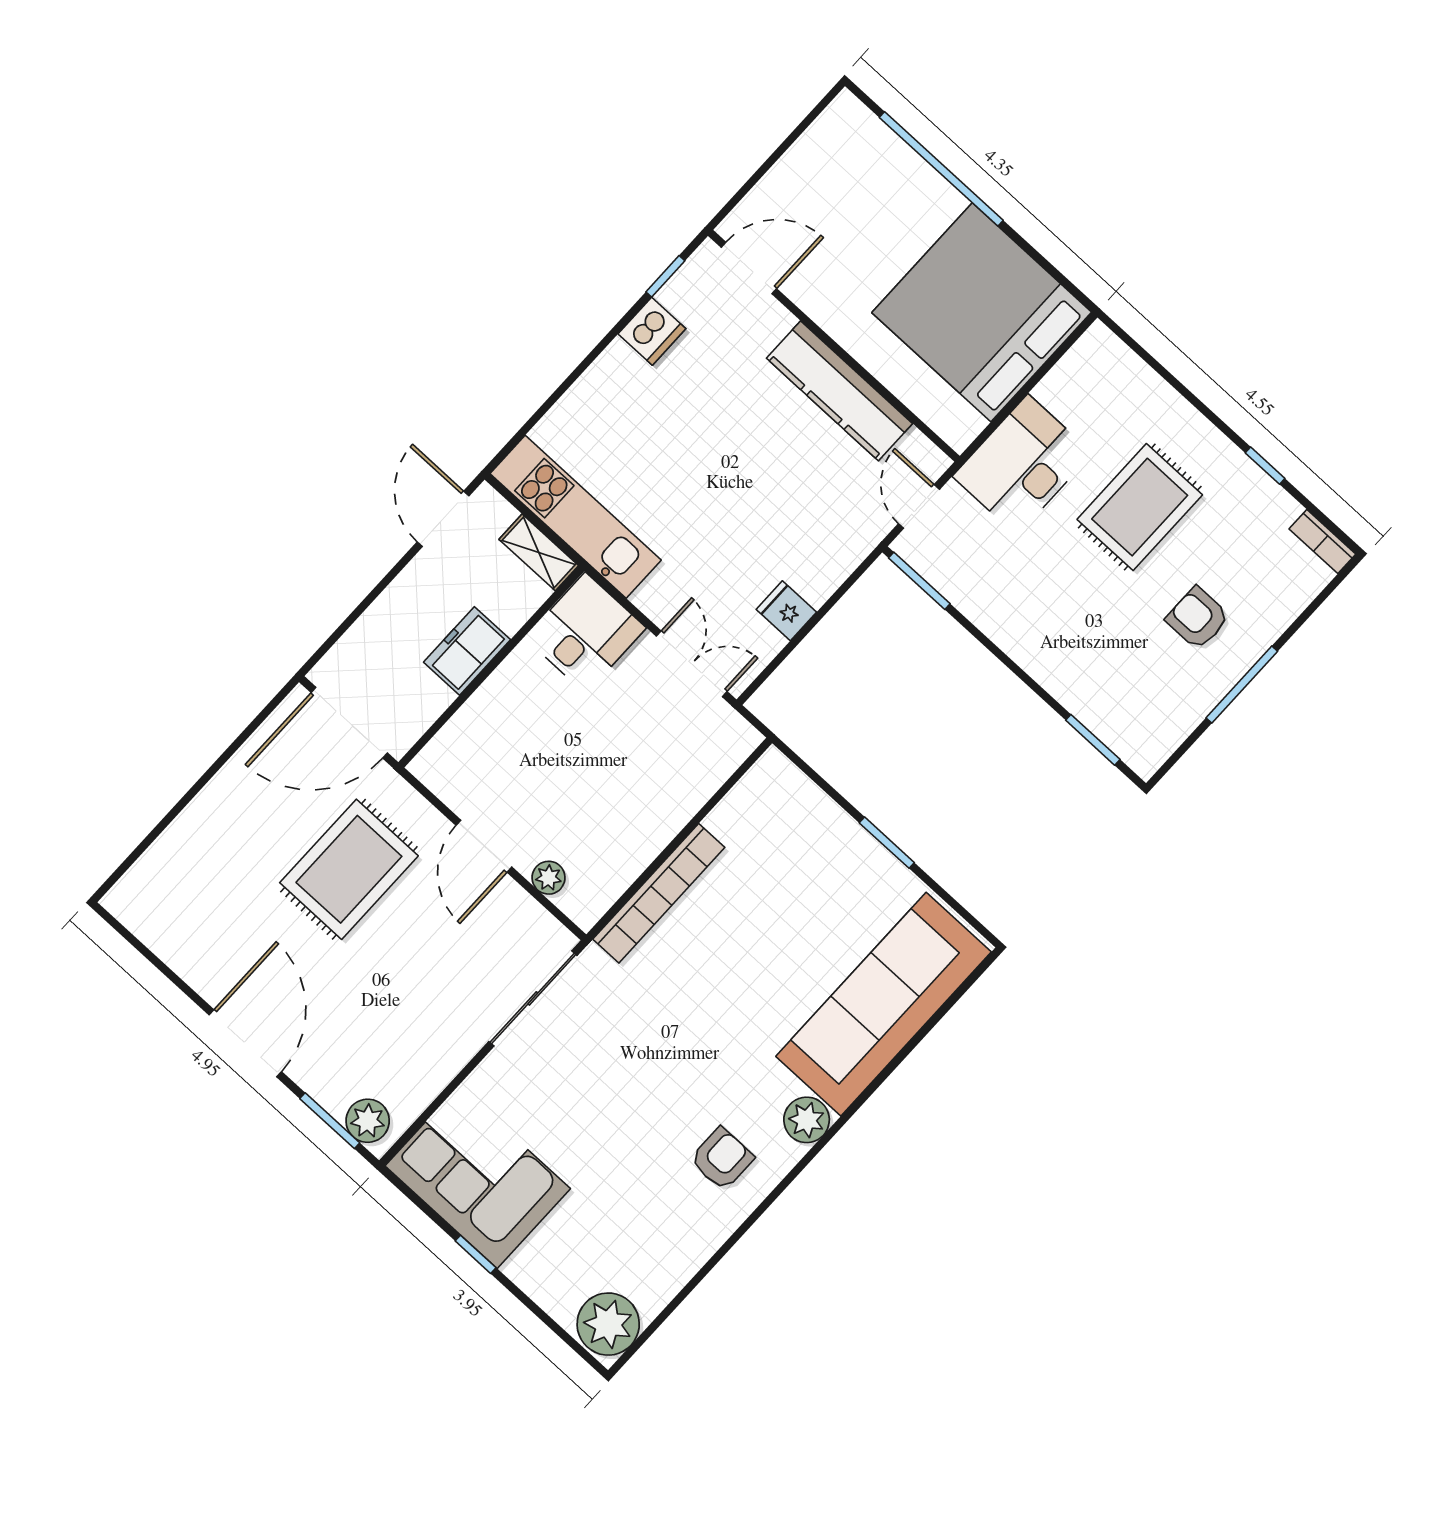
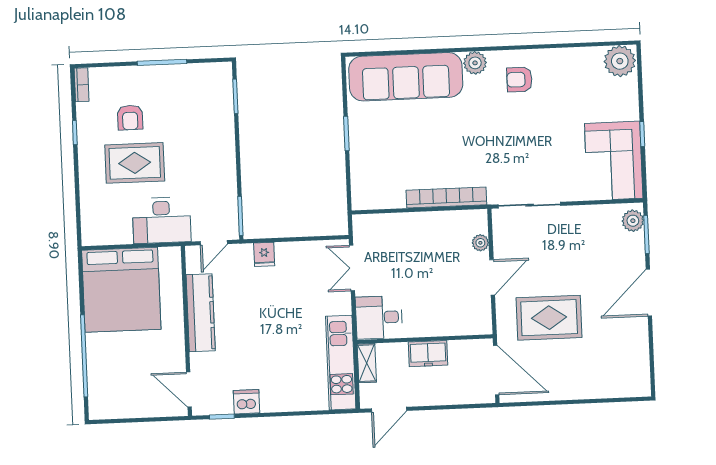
fridge: (786, 611) -> (264, 254), moved
armchair: (1198, 618) -> (130, 118), moved

